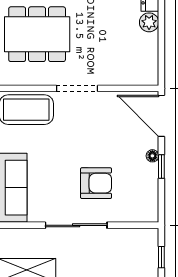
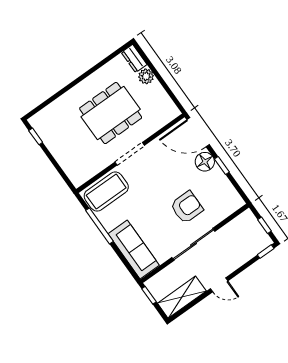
dining table: (37, 34) -> (111, 113), moved
floor lamp: (152, 156) -> (205, 162), width x1.89, depth x1.89

